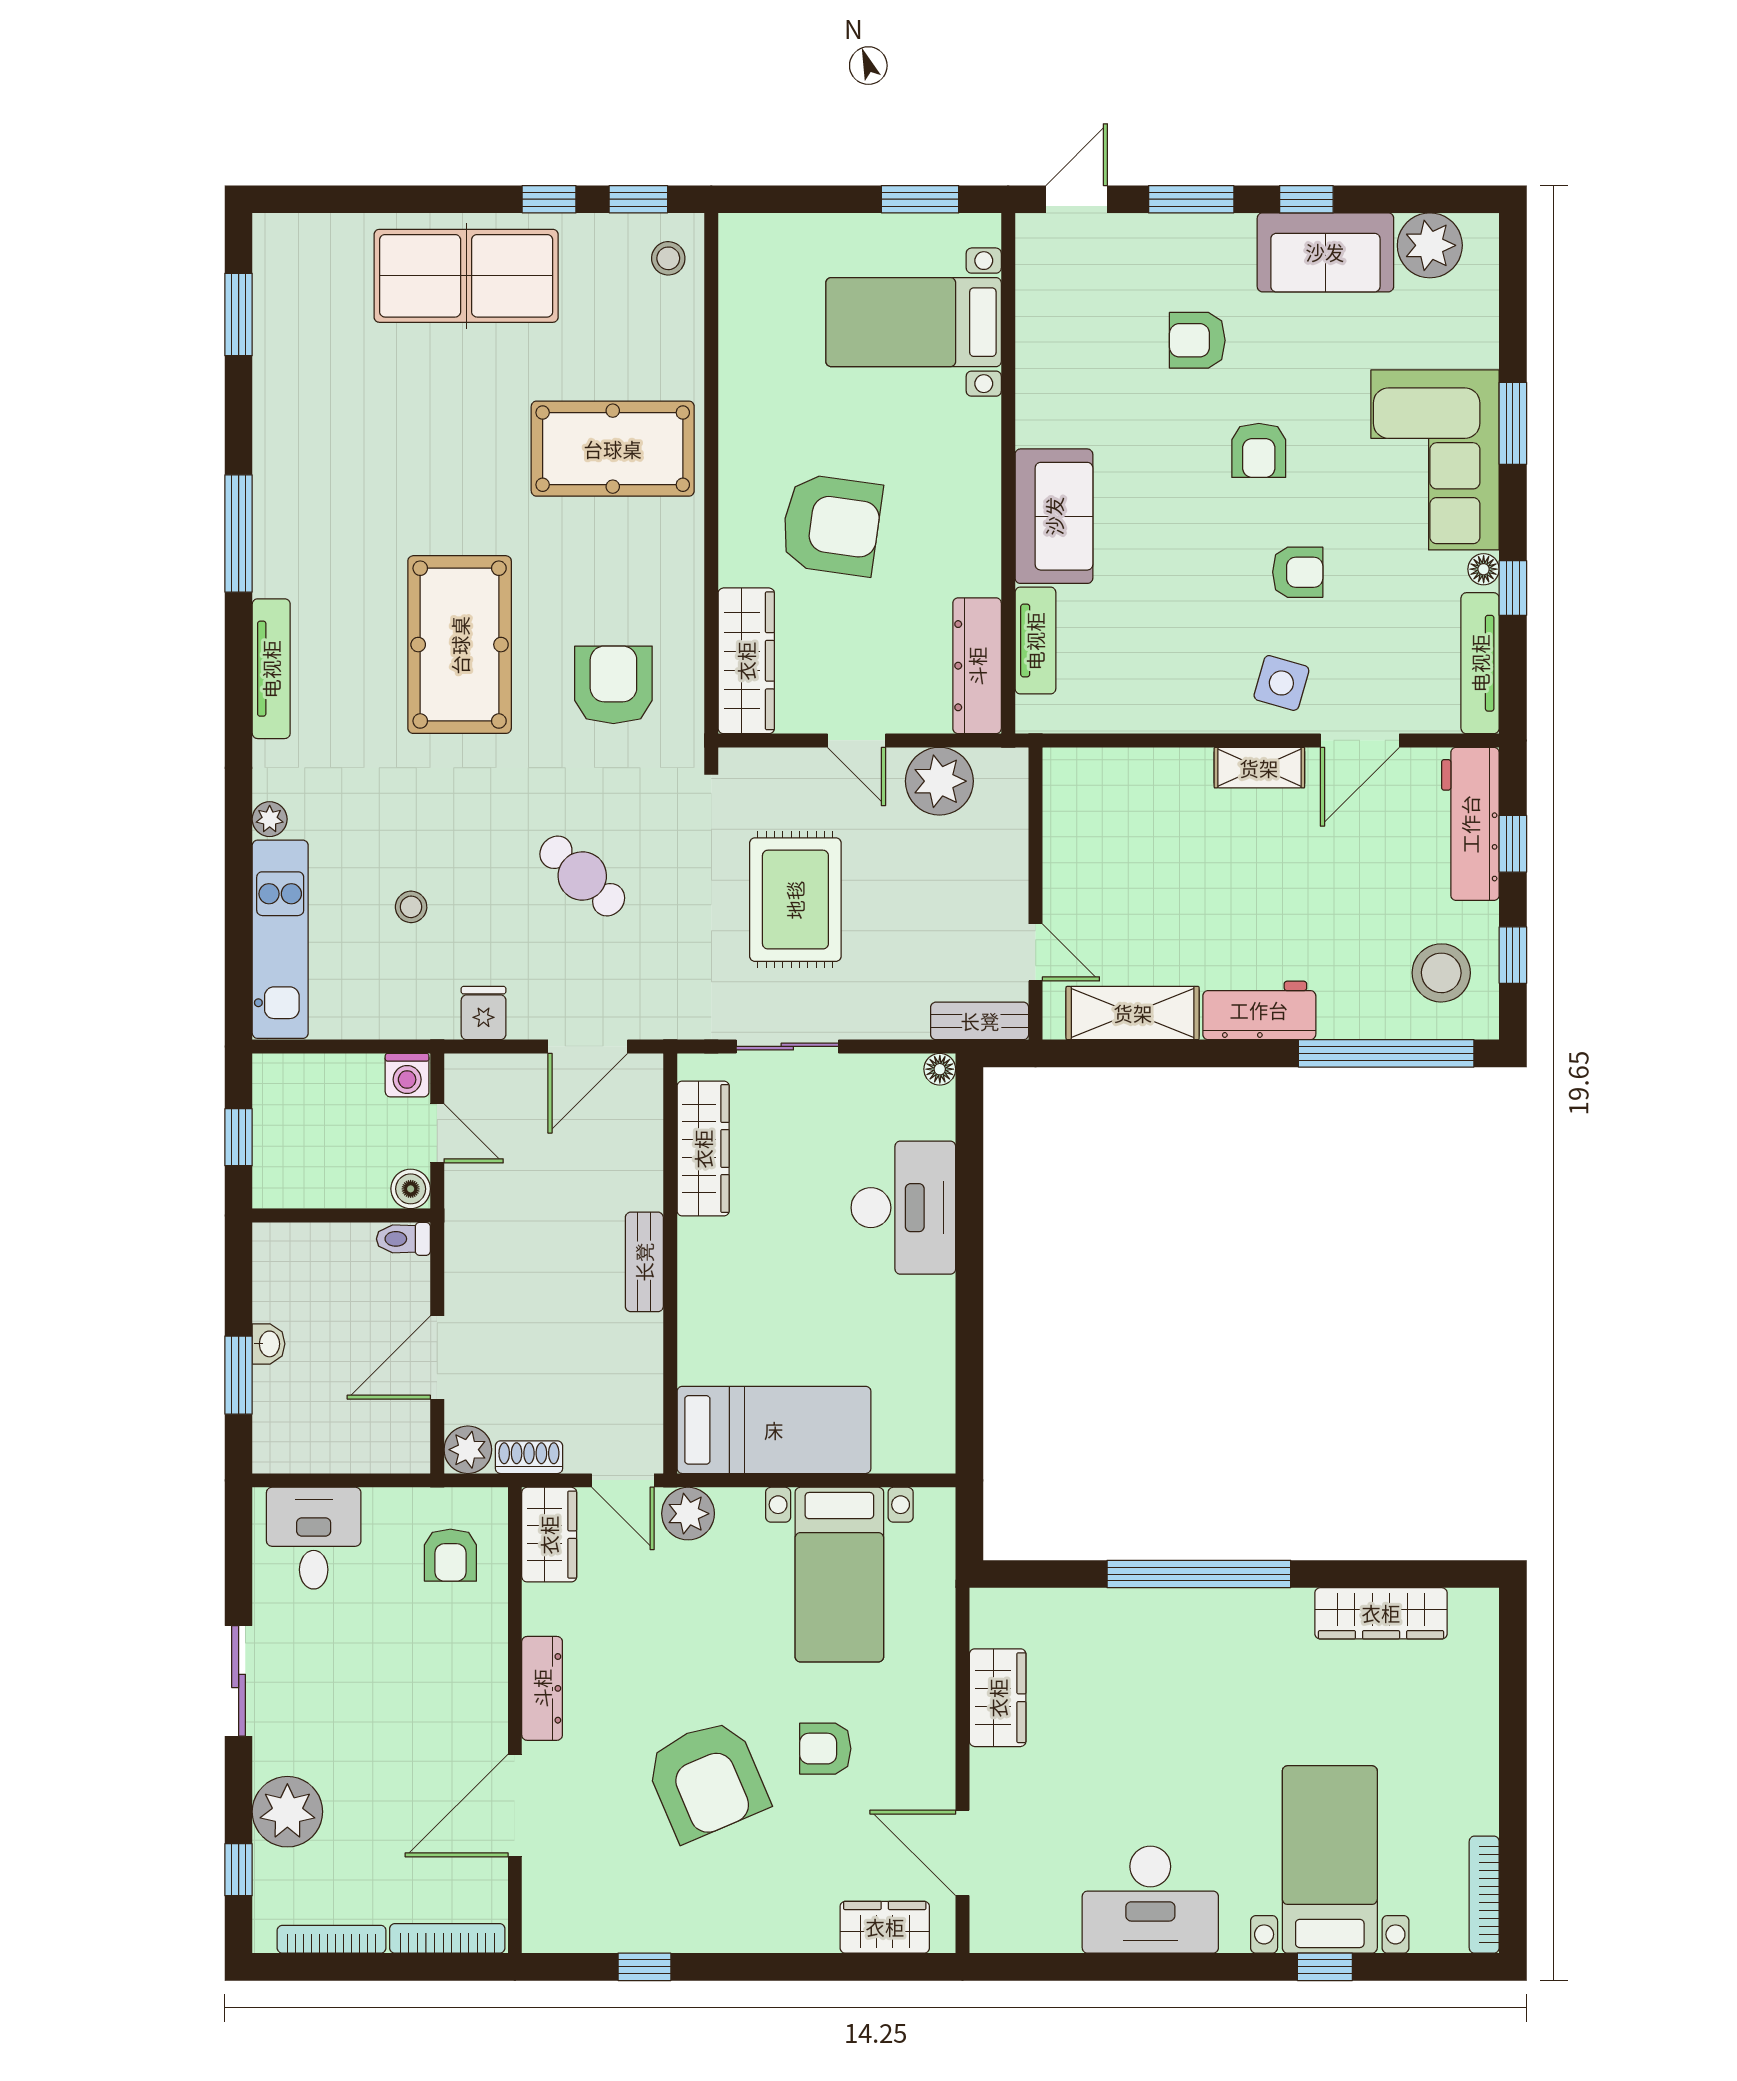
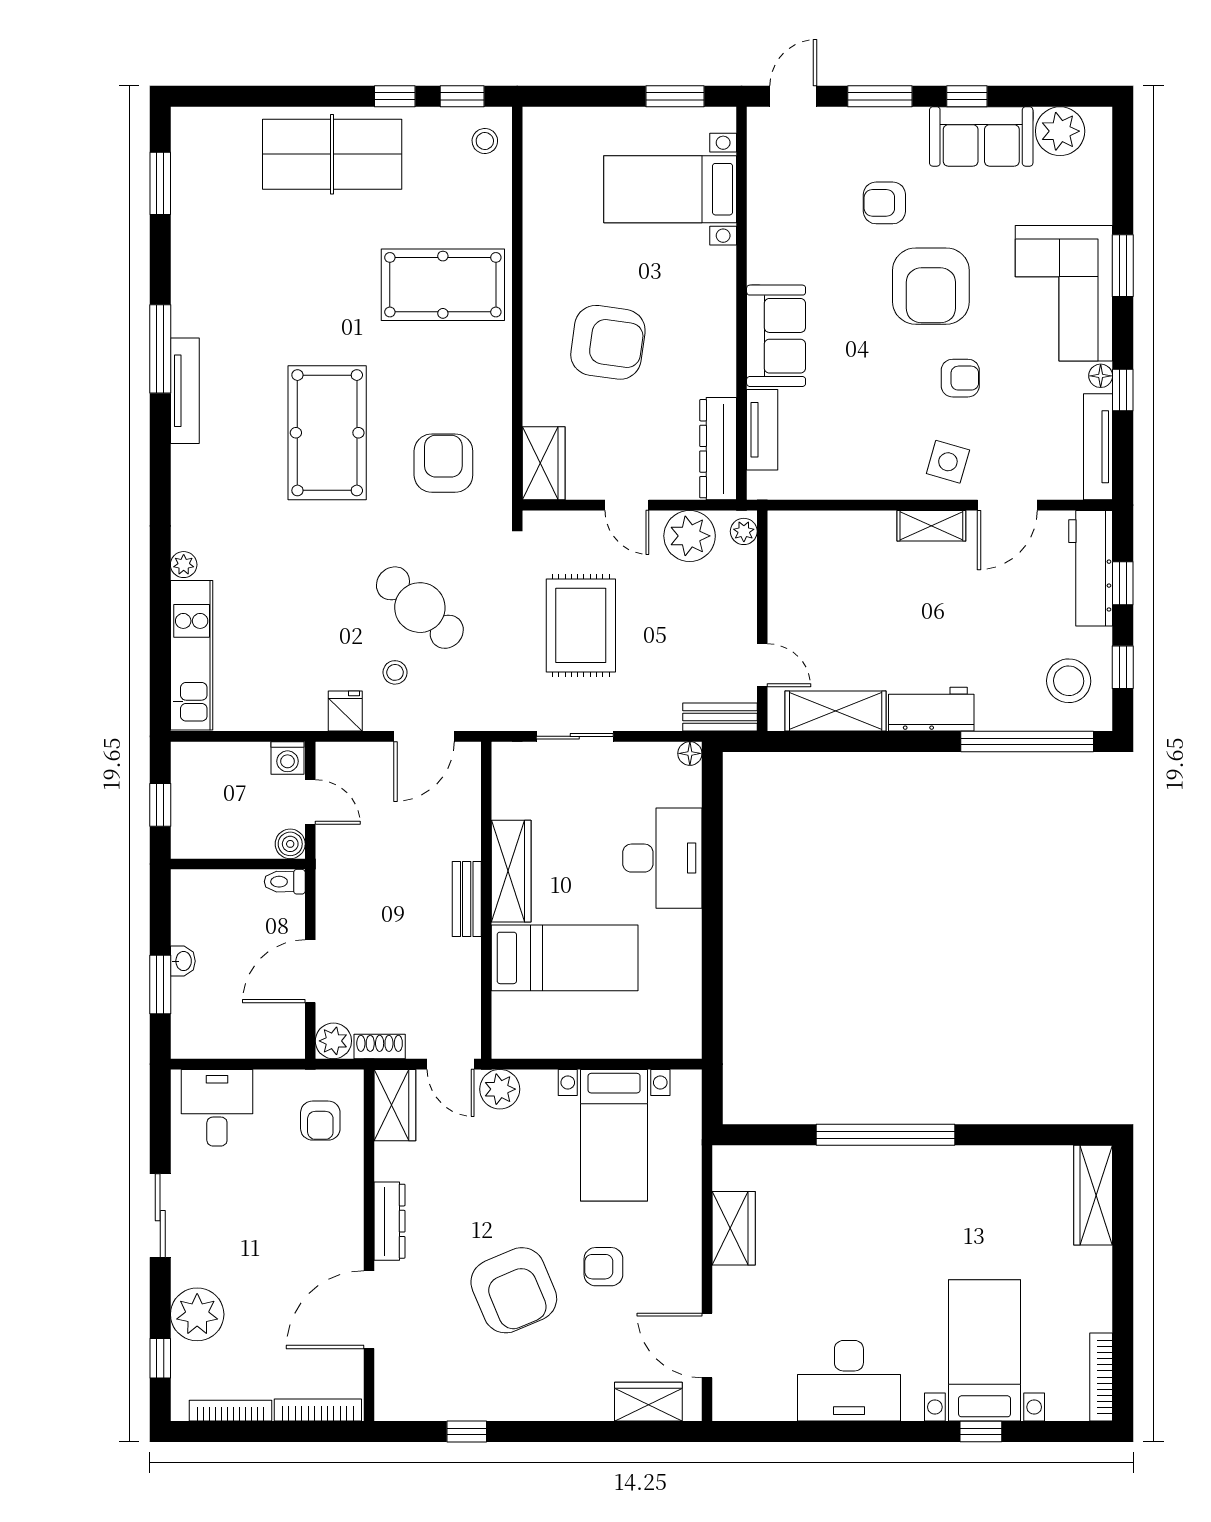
armchair: (1259, 450) -> (931, 286), width x1.88, depth x1.88
wardrobe: (746, 661) -> (544, 463), width x0.67
tv unit: (271, 669) -> (185, 391), moved
plant: (1011, 775) -> (744, 531), added
cafe table: (582, 876) -> (420, 608), width x1.37, depth x1.35
stool: (411, 907) -> (395, 672), moved
wardrobe: (703, 1149) -> (511, 871), moved
bed: (774, 1430) -> (565, 958), moved
wardrobe: (1381, 1613) -> (1093, 1195), moved, turned 90

